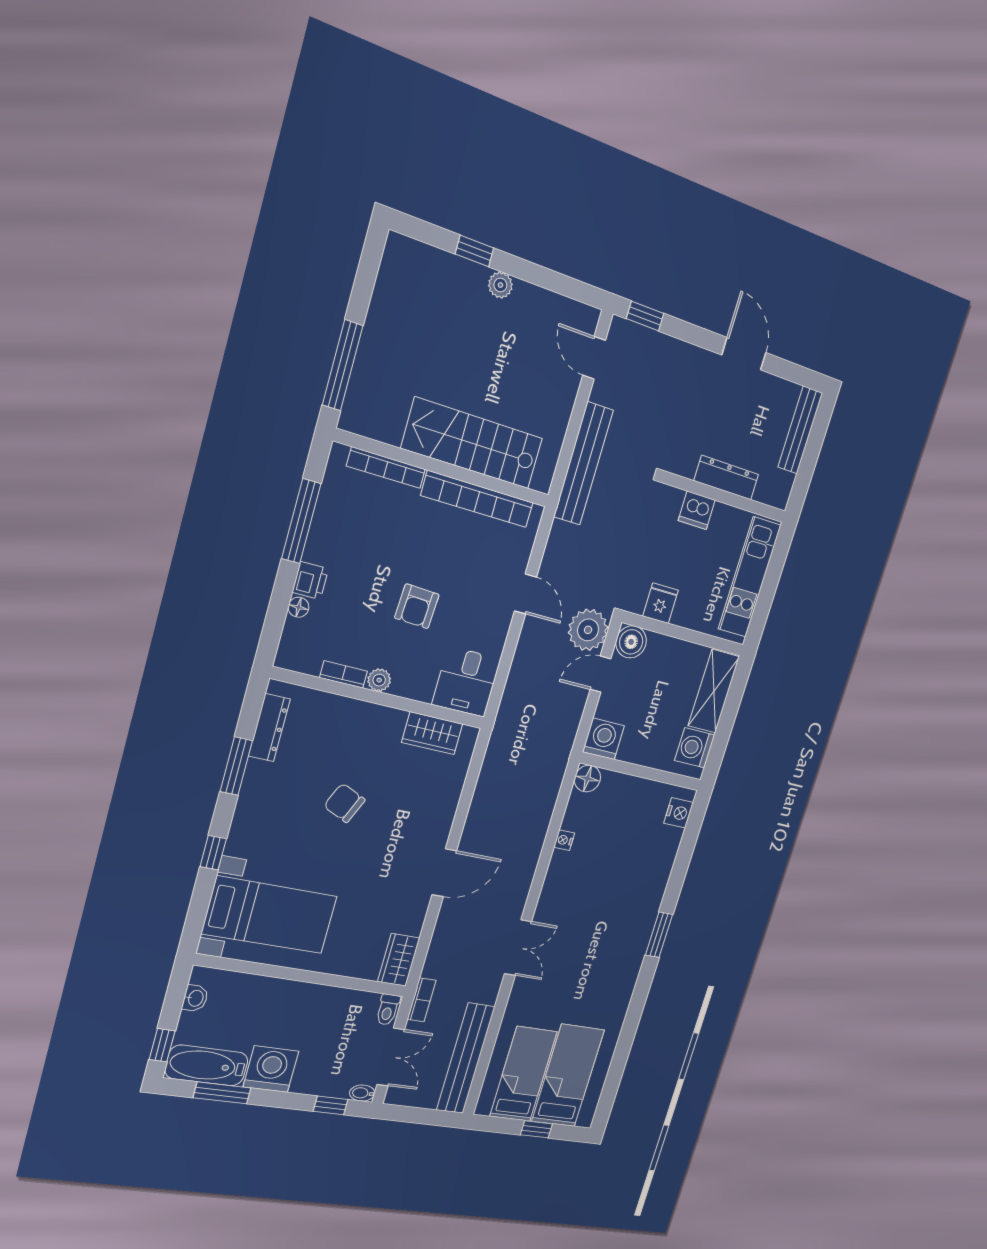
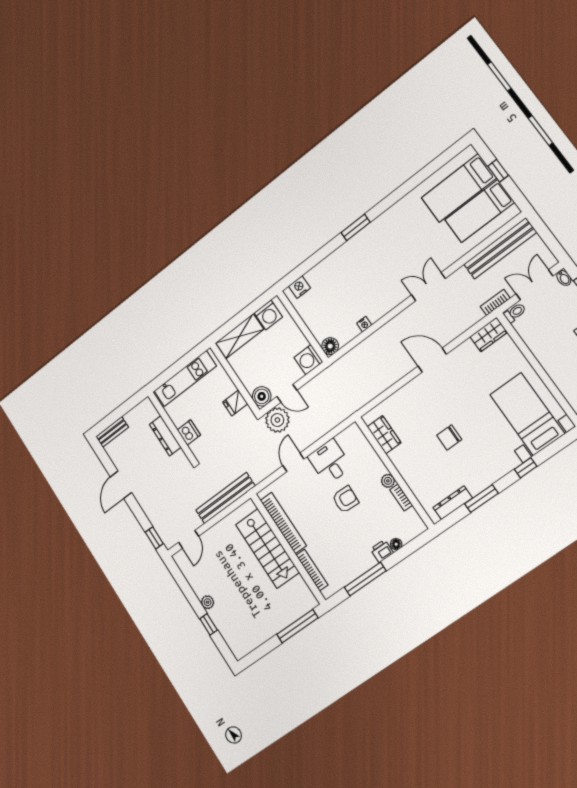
bench: (800, 430) -> (112, 432), width x0.73
desk: (466, 682) -> (330, 462), moved, turned -90
chair: (344, 803) -> (449, 437), turned 66

